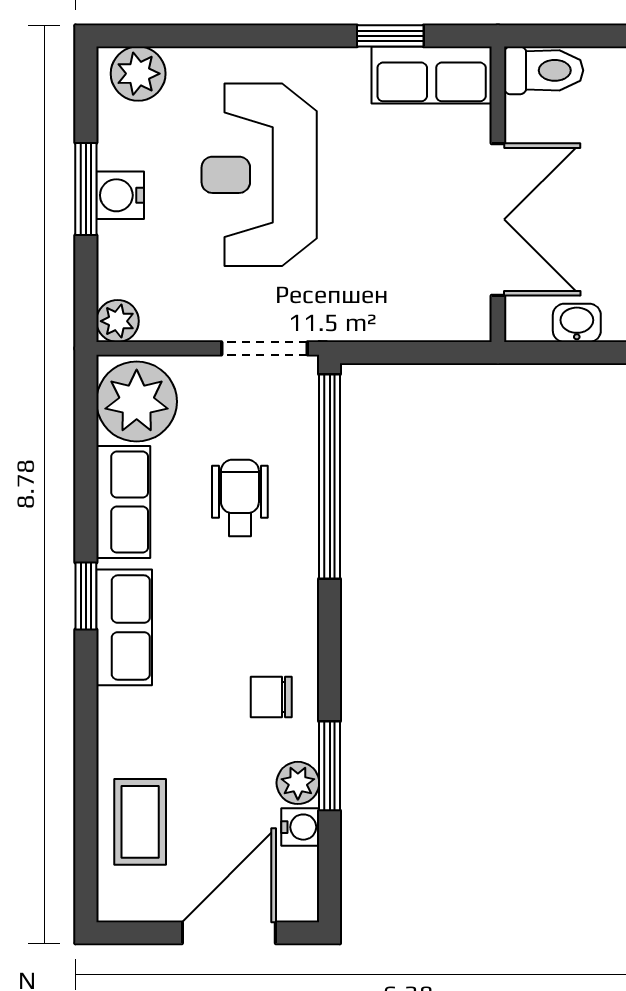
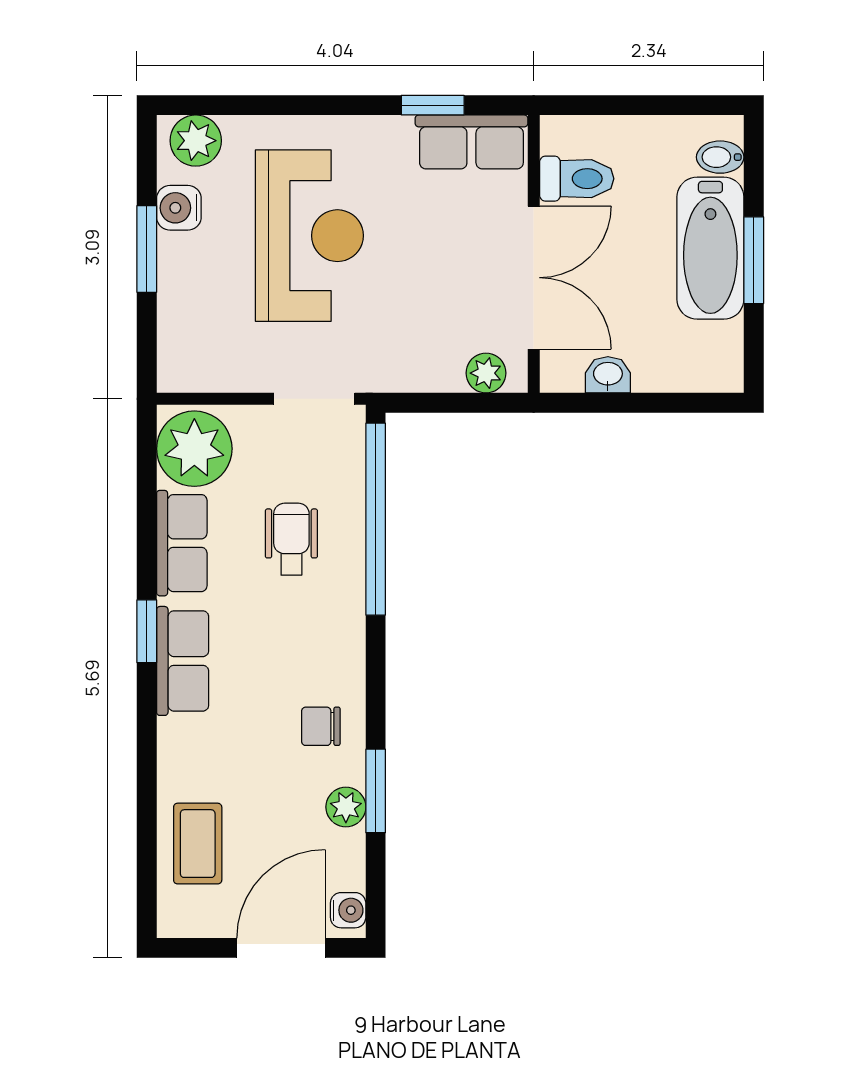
toilet: (544, 70) -> (577, 179), moved
reception desk: (259, 175) -> (309, 236), turned 180
water cooler: (120, 195) -> (179, 208), moved
plant: (118, 321) -> (486, 373), moved
water cooler: (300, 827) -> (348, 910), moved

